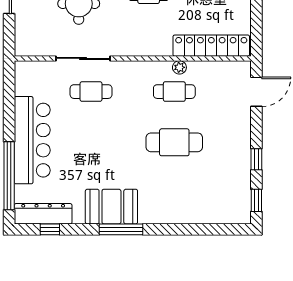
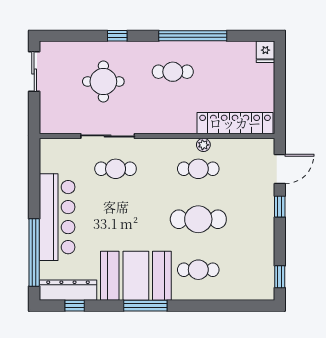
window: (256, 159) -> (280, 207), moved
cafe table: (174, 193) -> (198, 270), added
booth: (111, 207) -> (136, 276), width x1.36, depth x1.42

